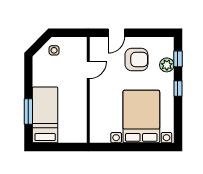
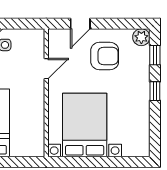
plant: (167, 65) -> (141, 37), moved
bed with nightstands: (141, 117) -> (85, 125), moved

